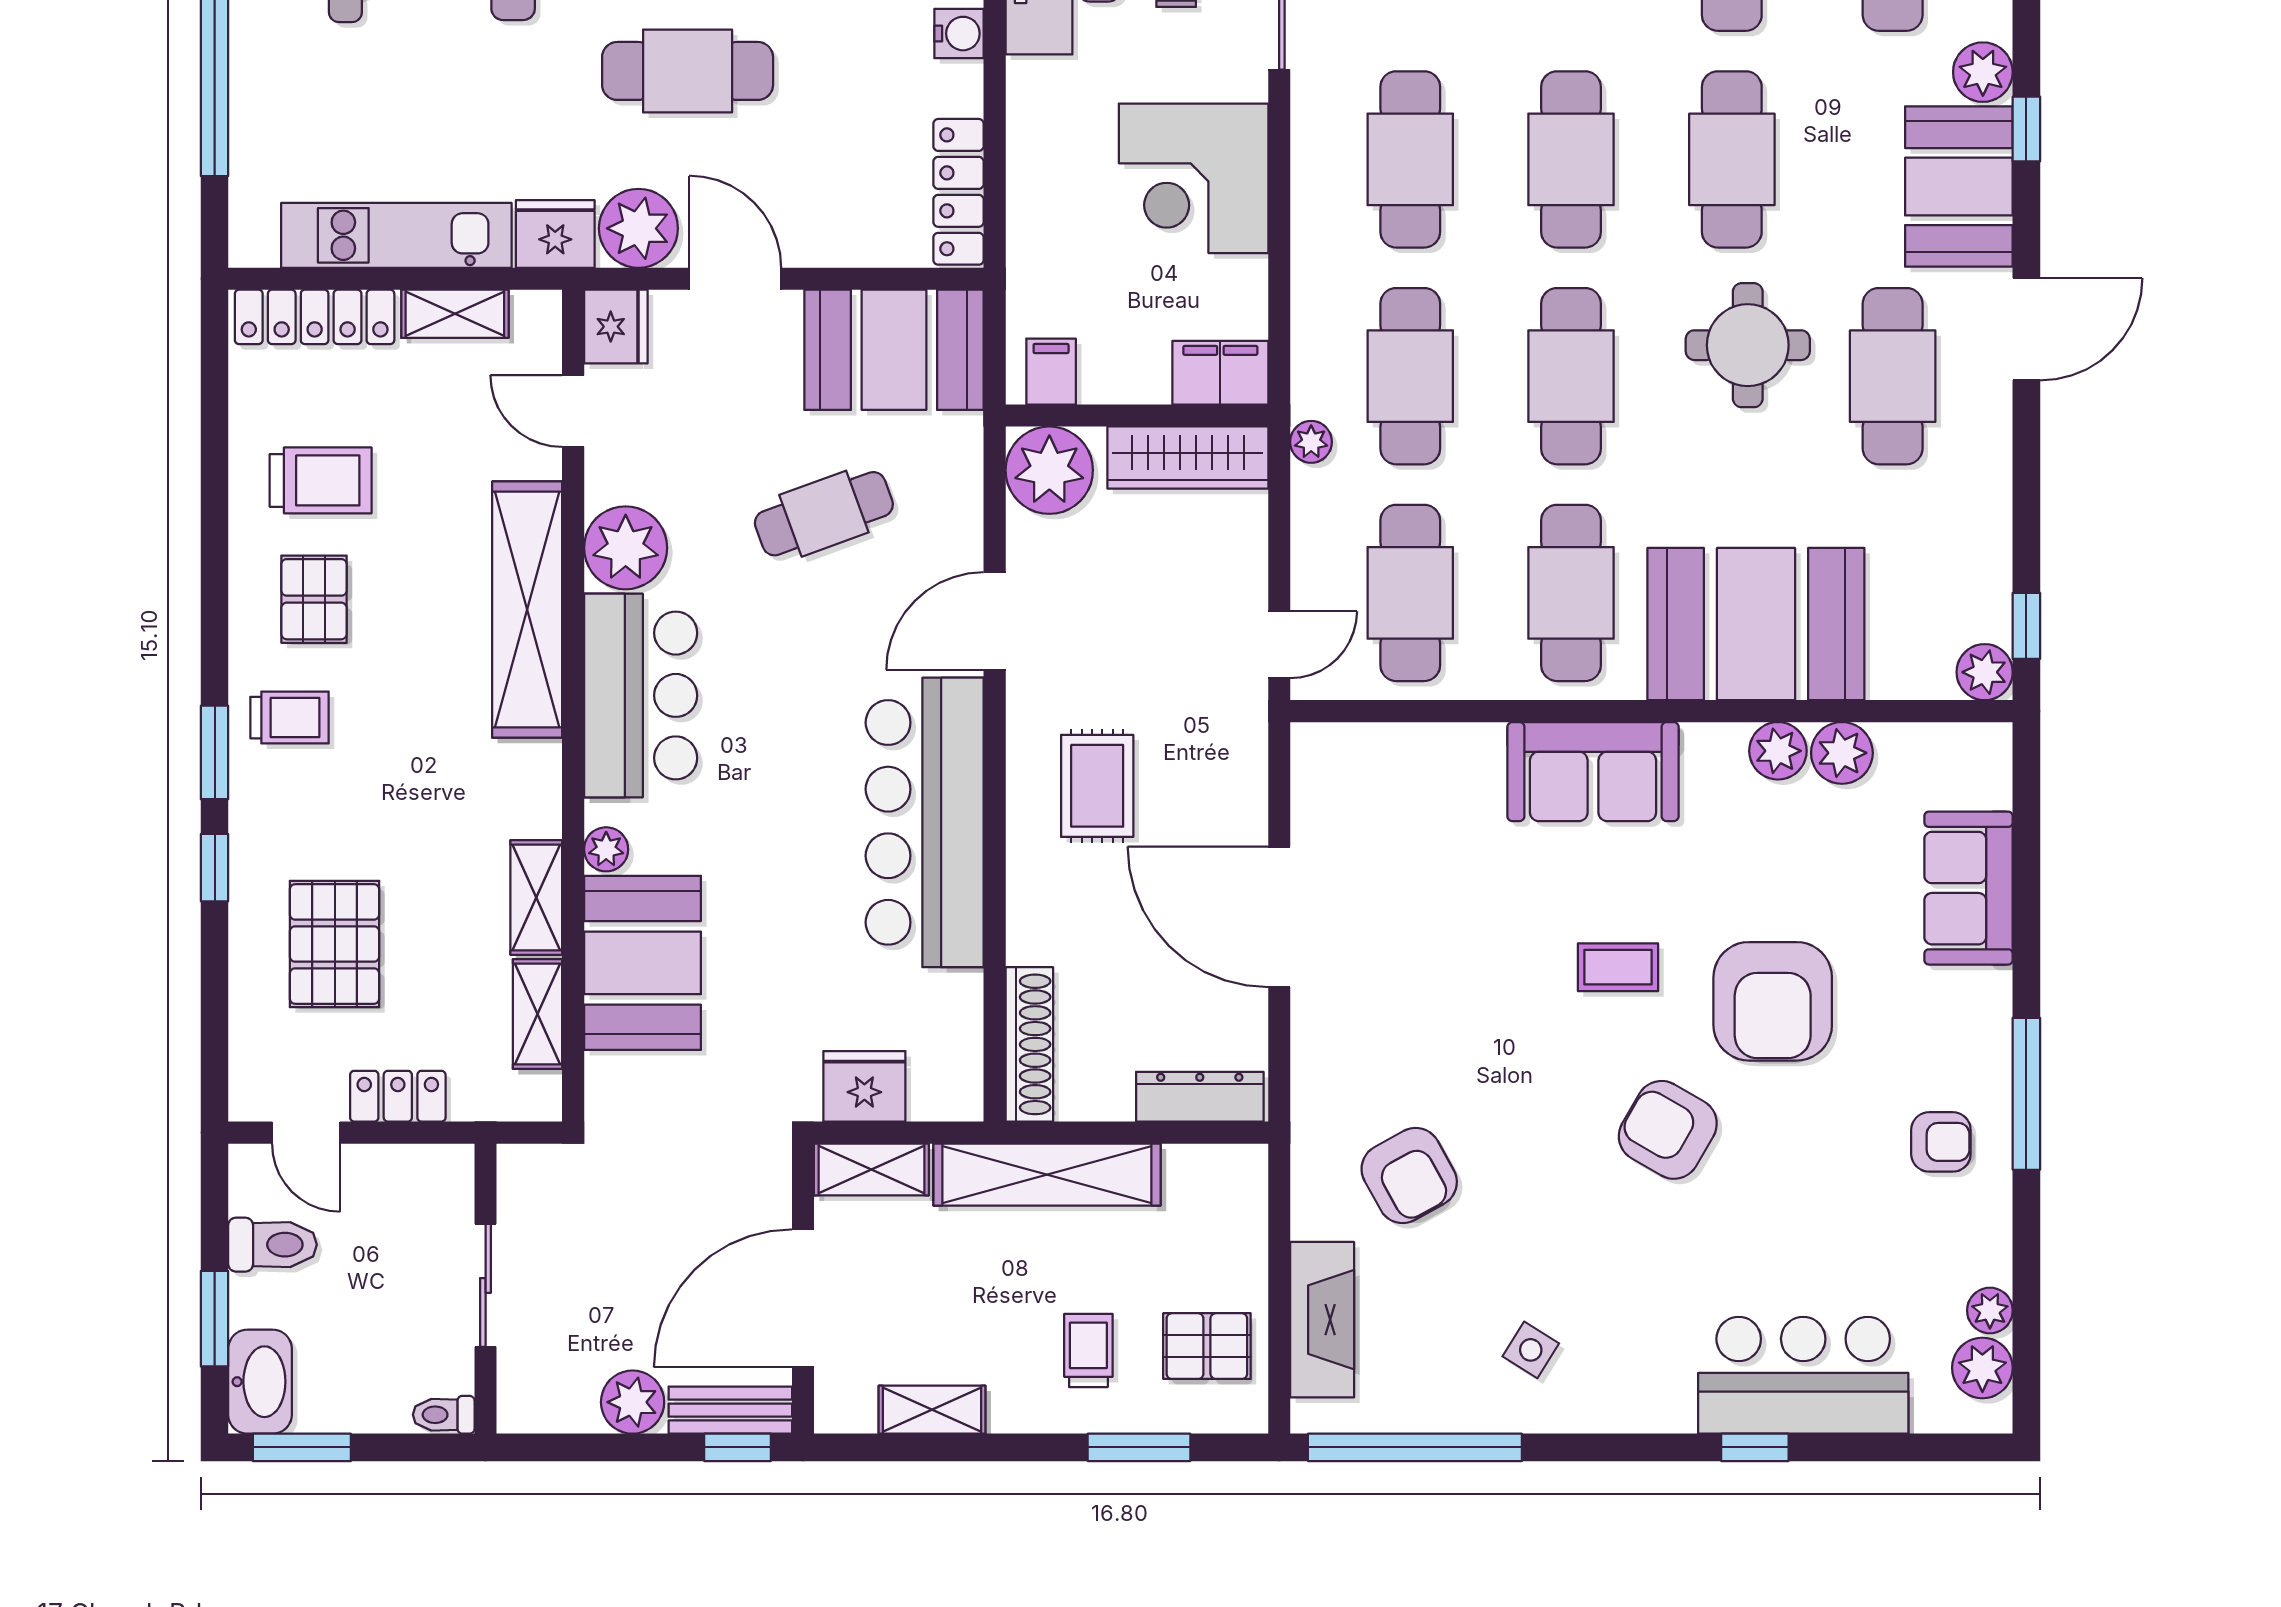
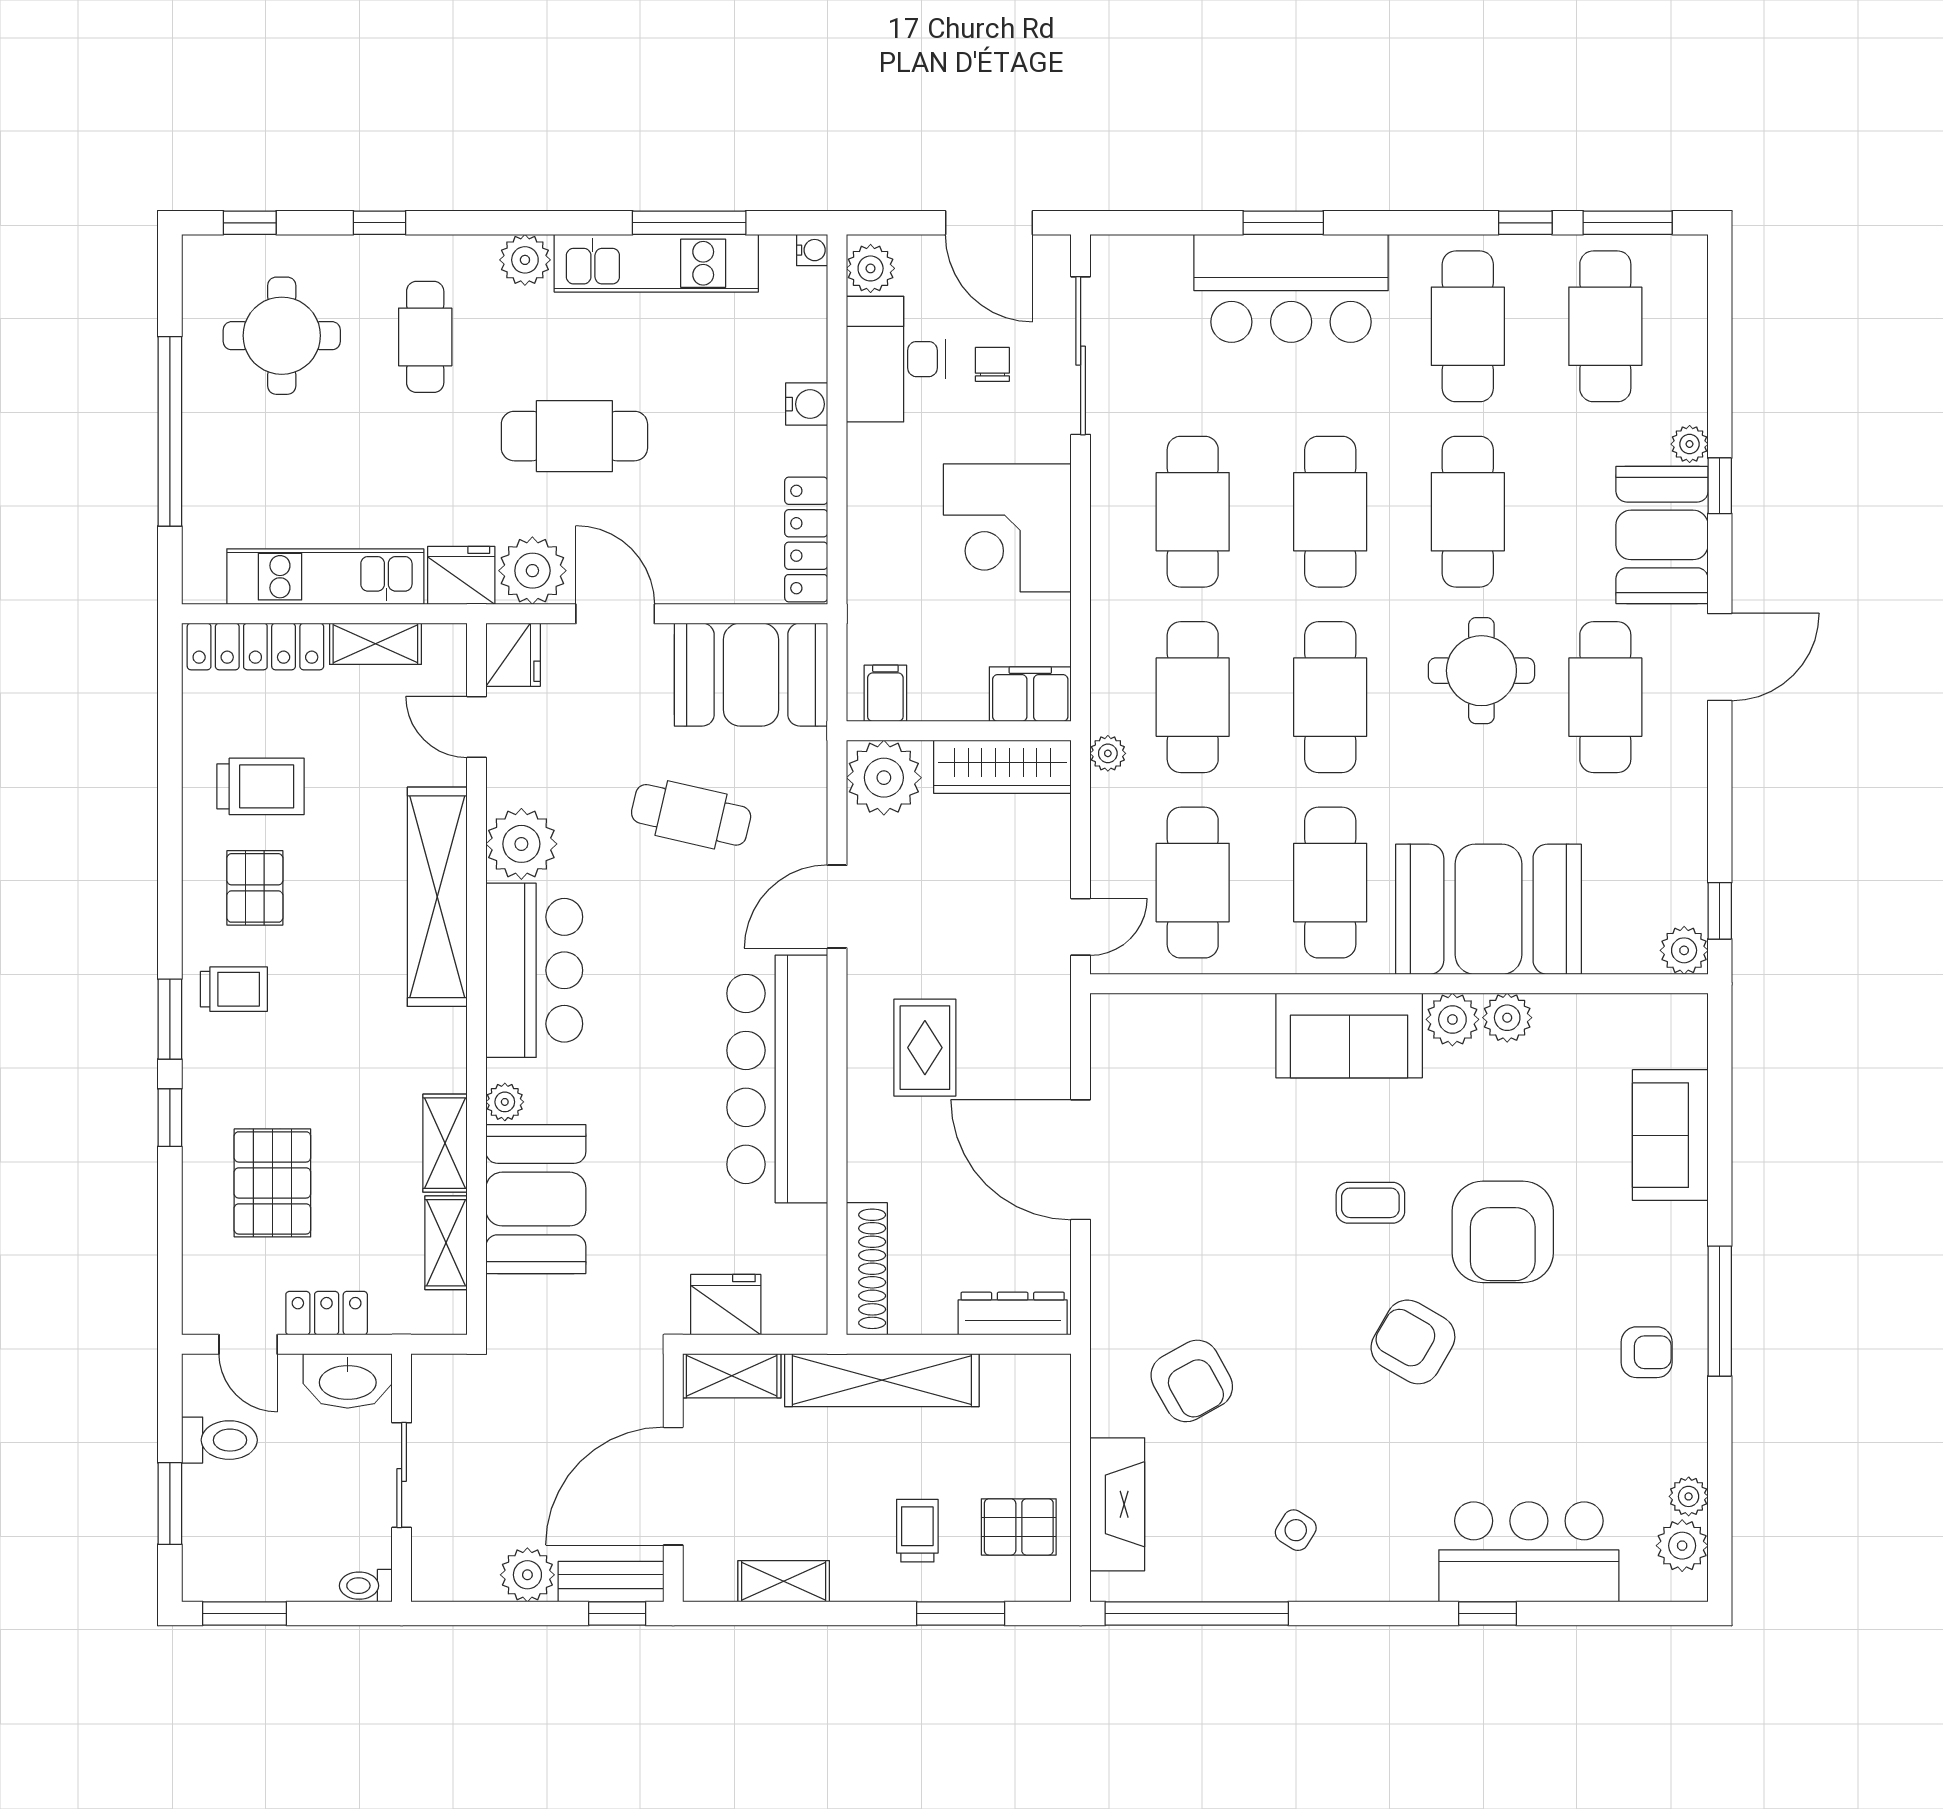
plant: (1983, 72) -> (1690, 444), width x0.73, depth x0.73
cafe table: (824, 514) -> (691, 815), turned 33
plant: (1842, 753) -> (1452, 1019), moved
washbasin: (260, 1382) -> (348, 1381), moved, turned 90

